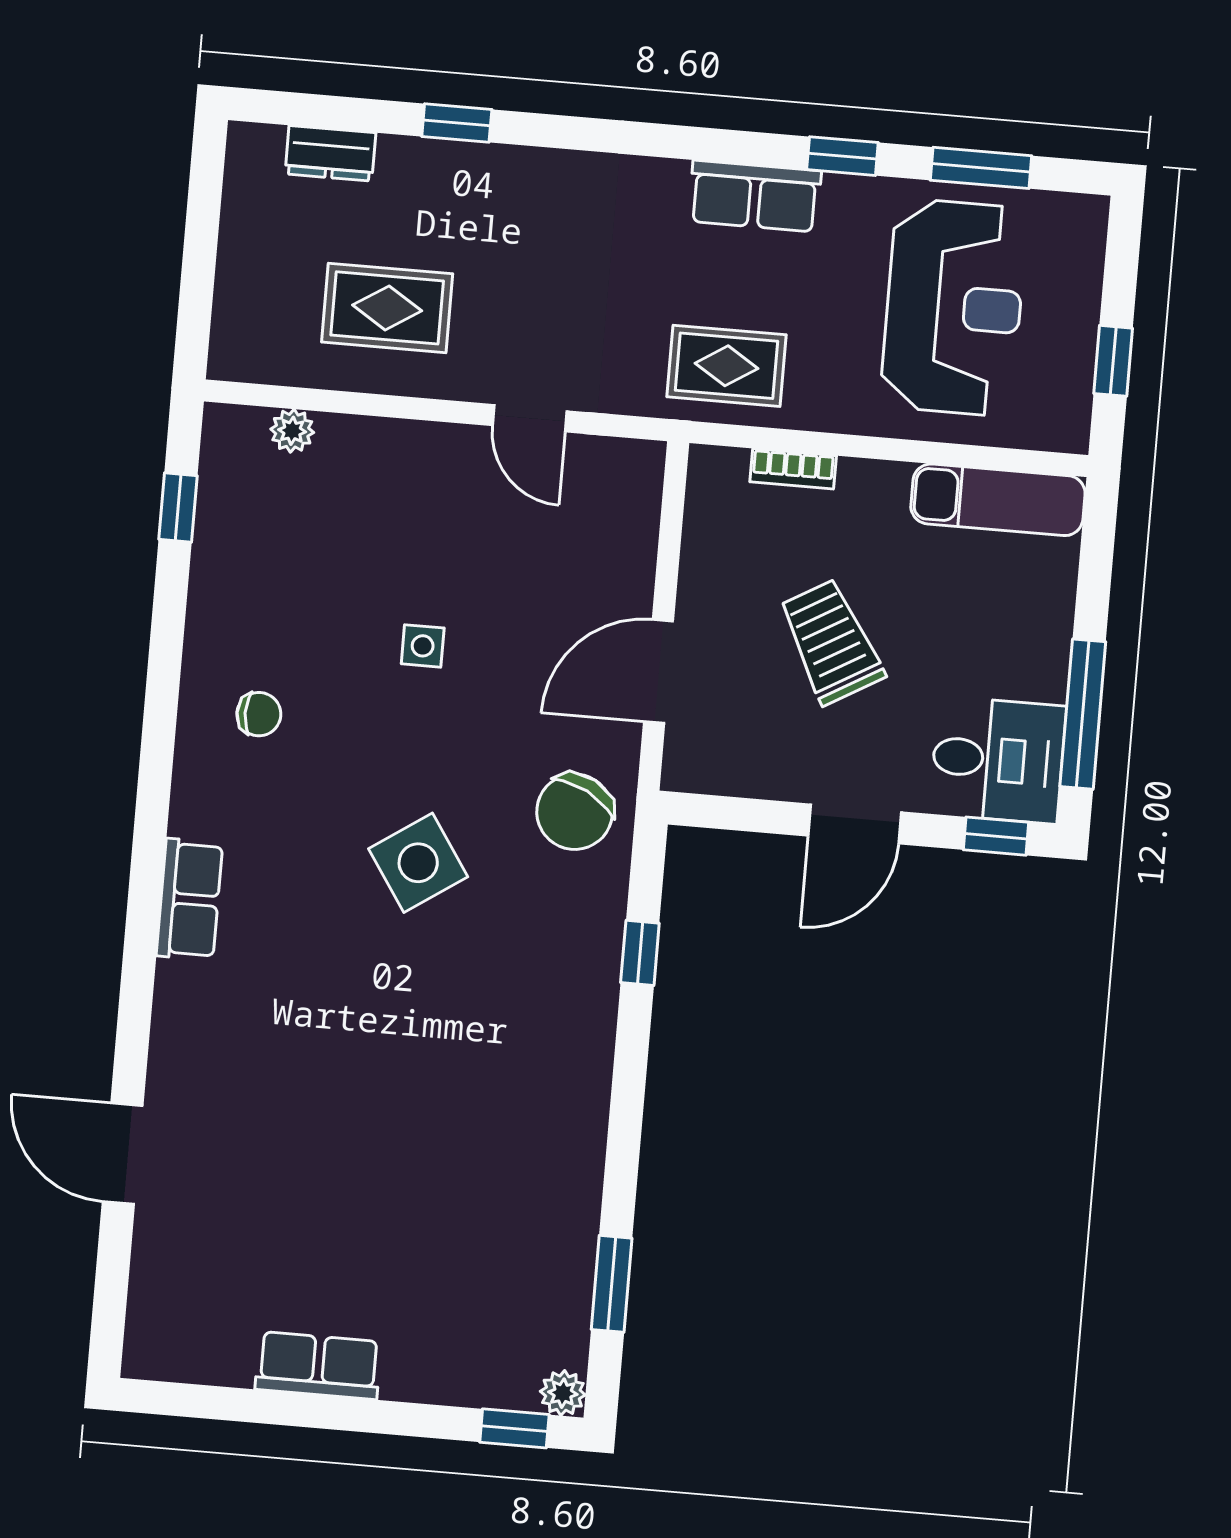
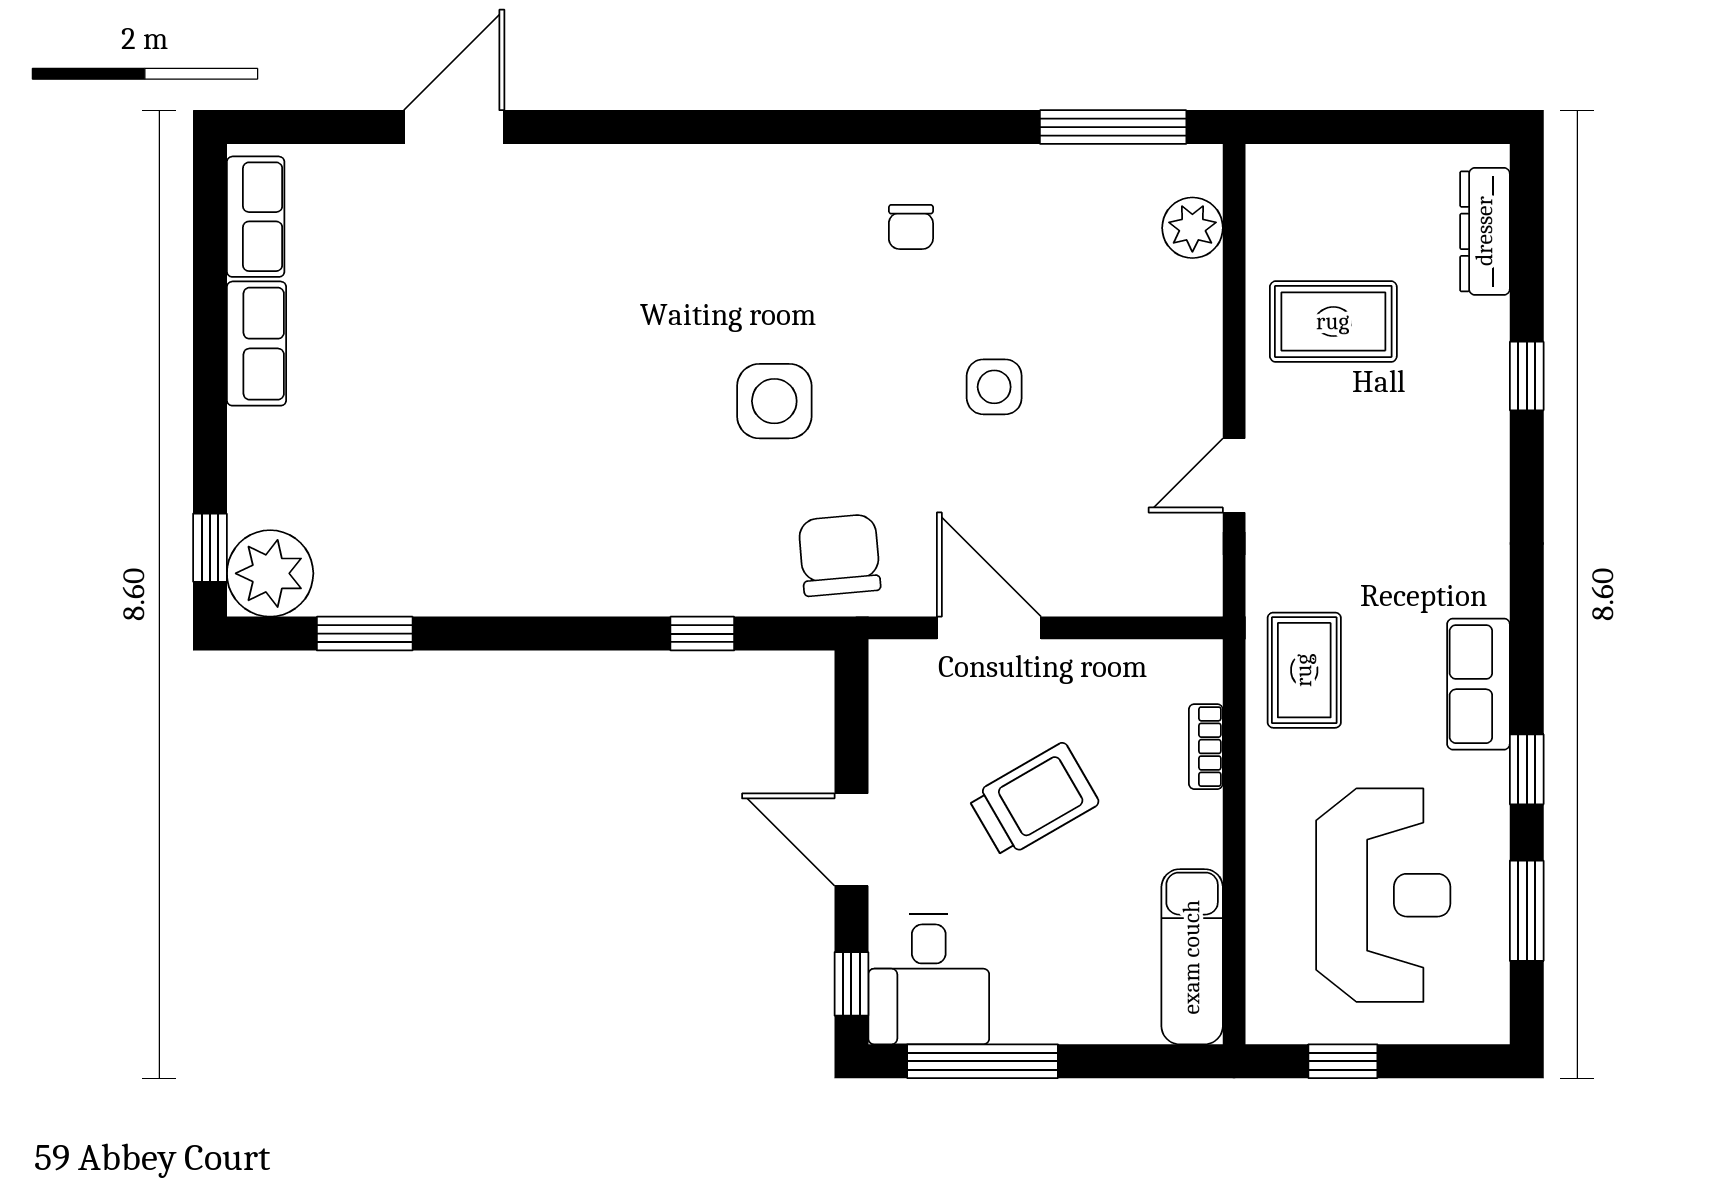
dresser: (330, 153) -> (1485, 231), width x1.44
reception desk: (954, 307) -> (1383, 895), turned -90
rug: (387, 308) -> (1333, 322), turned 90
plant: (292, 431) -> (1192, 228), width x1.38, depth x1.38
window: (178, 508) -> (1113, 127), width x2.17
side table: (423, 646) -> (994, 387), width x1.37, depth x1.37
chair: (575, 812) -> (840, 555), turned 57
side table: (418, 863) -> (774, 401), turned 34
row of seats: (190, 899) -> (256, 217), moved, turned -90
plant: (563, 1393) -> (270, 573), width x1.87, depth x1.87

